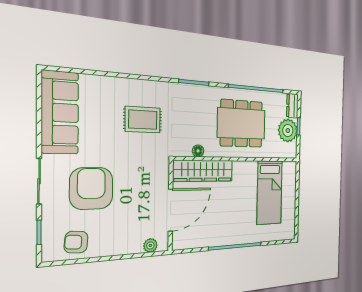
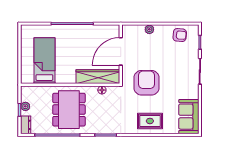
sofa: (60, 113) -> (189, 117), width x0.73
rug: (143, 120) -> (150, 121), moved
dining table: (242, 124) -> (69, 110), turned 90
plant: (288, 131) -> (25, 106), width x0.53, depth x0.53
armchair: (91, 188) -> (146, 83), moved, turned 180
plant: (150, 245) -> (149, 29), moved

